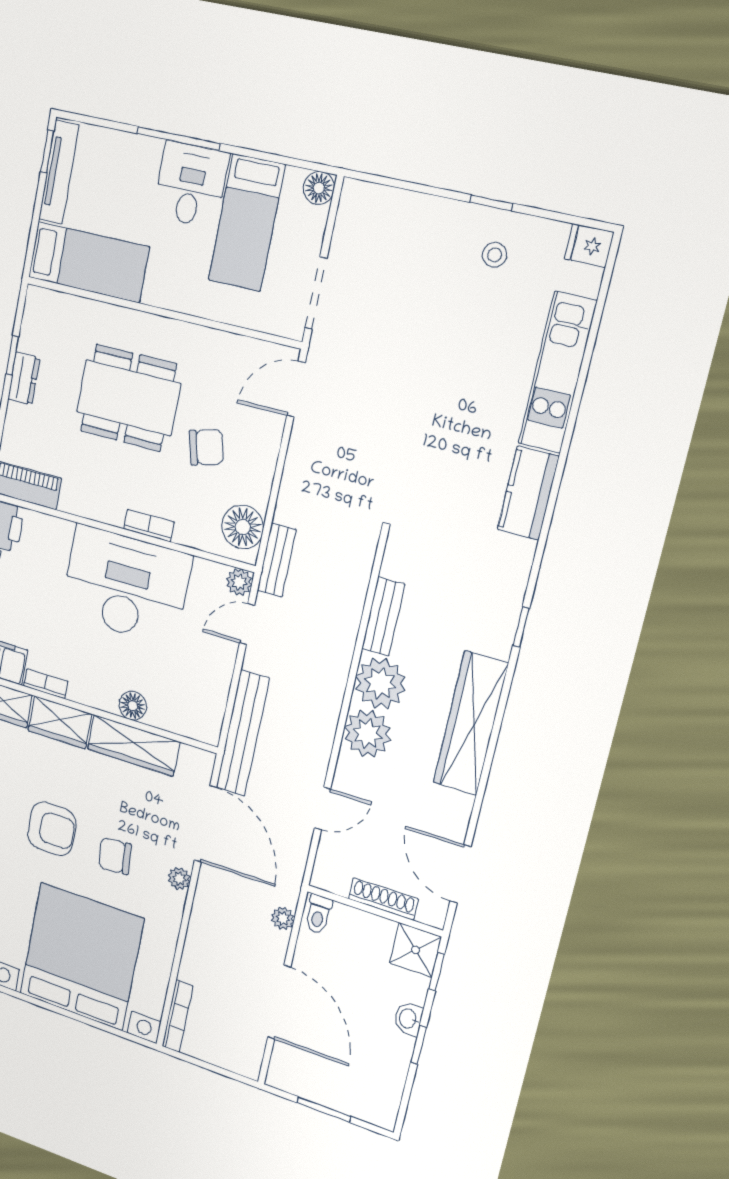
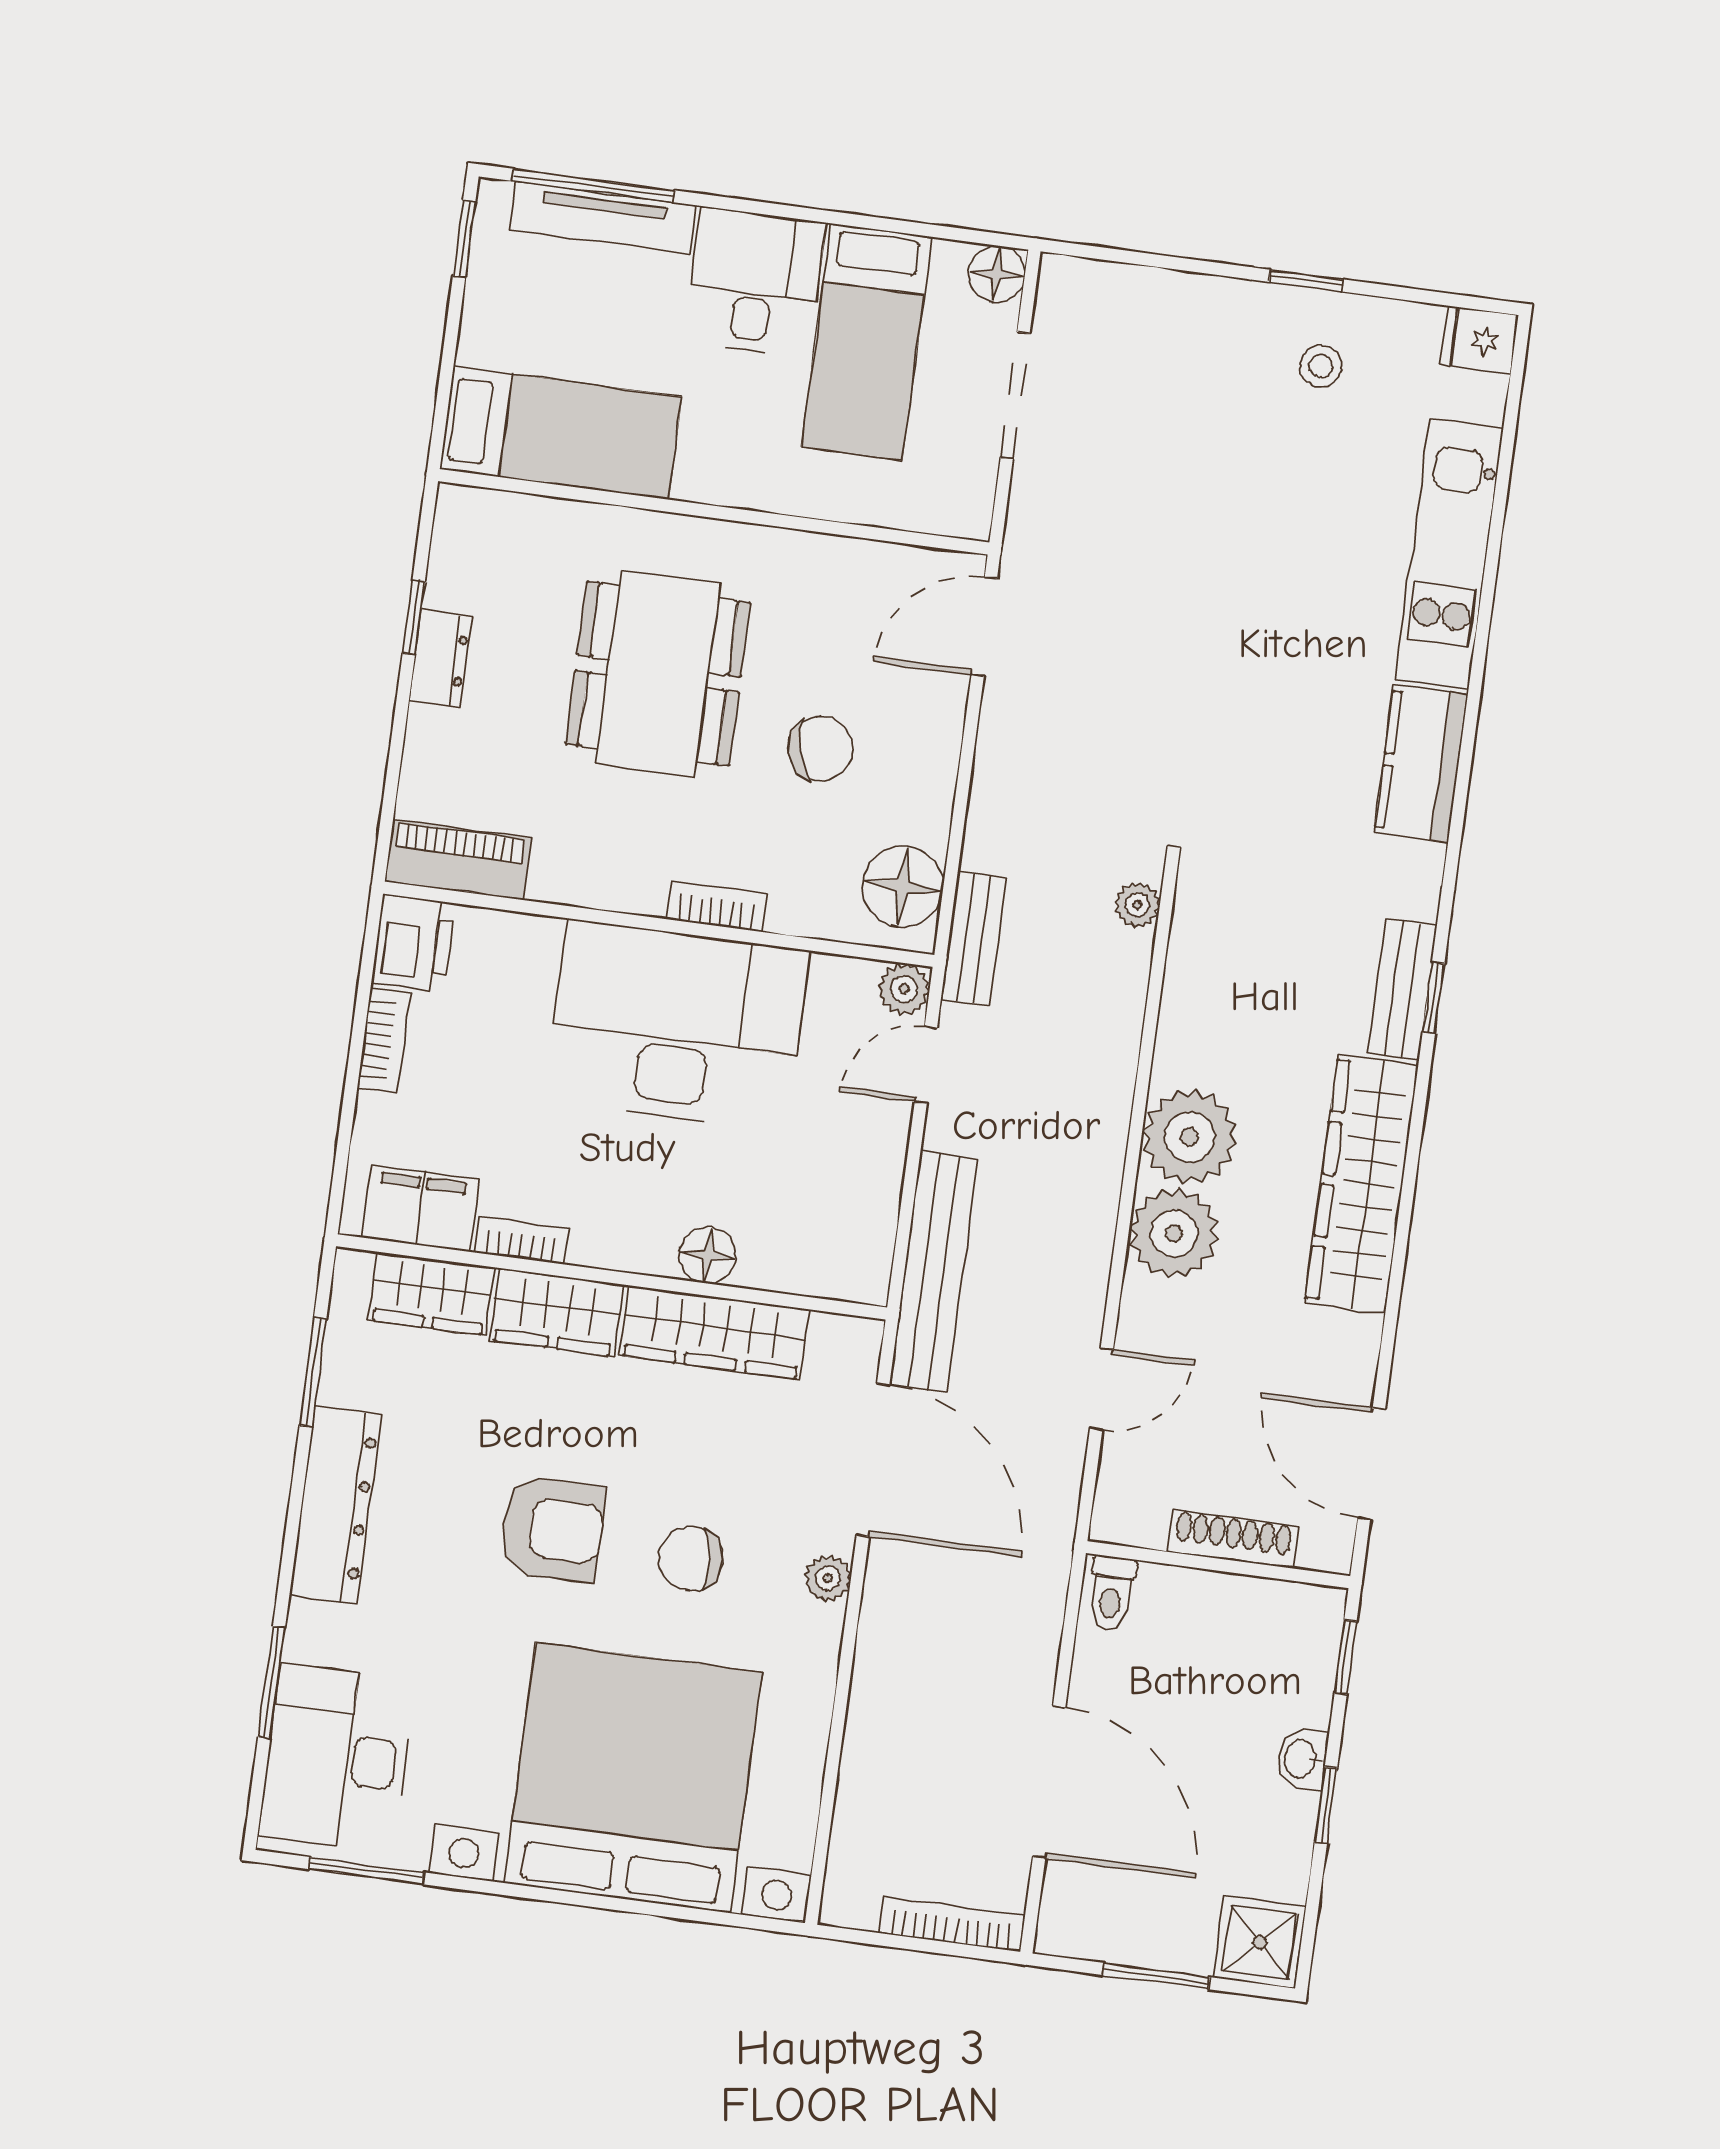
window: (178, 138) -> (593, 186), moved
tv unit: (59, 172) -> (603, 218), moved, turned 90
doorway: (316, 293) -> (1015, 396), moved
dining table: (128, 398) -> (658, 674), turned 90
bench: (383, 617) -> (1402, 989), moved
plant: (283, 918) -> (1137, 905), moved
shower: (415, 950) -> (1260, 1942), moved
bookcase: (178, 1016) -> (952, 1924), moved, turned -90

